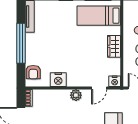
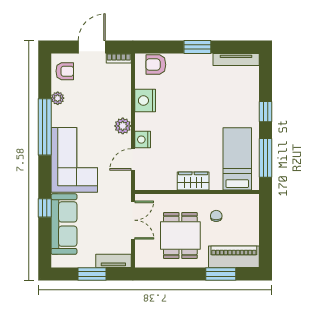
window: (21, 43) -> (197, 47), width x0.47
nightstand: (115, 81) -> (143, 140), moved
door: (99, 88) -> (133, 159), hinge flipped

